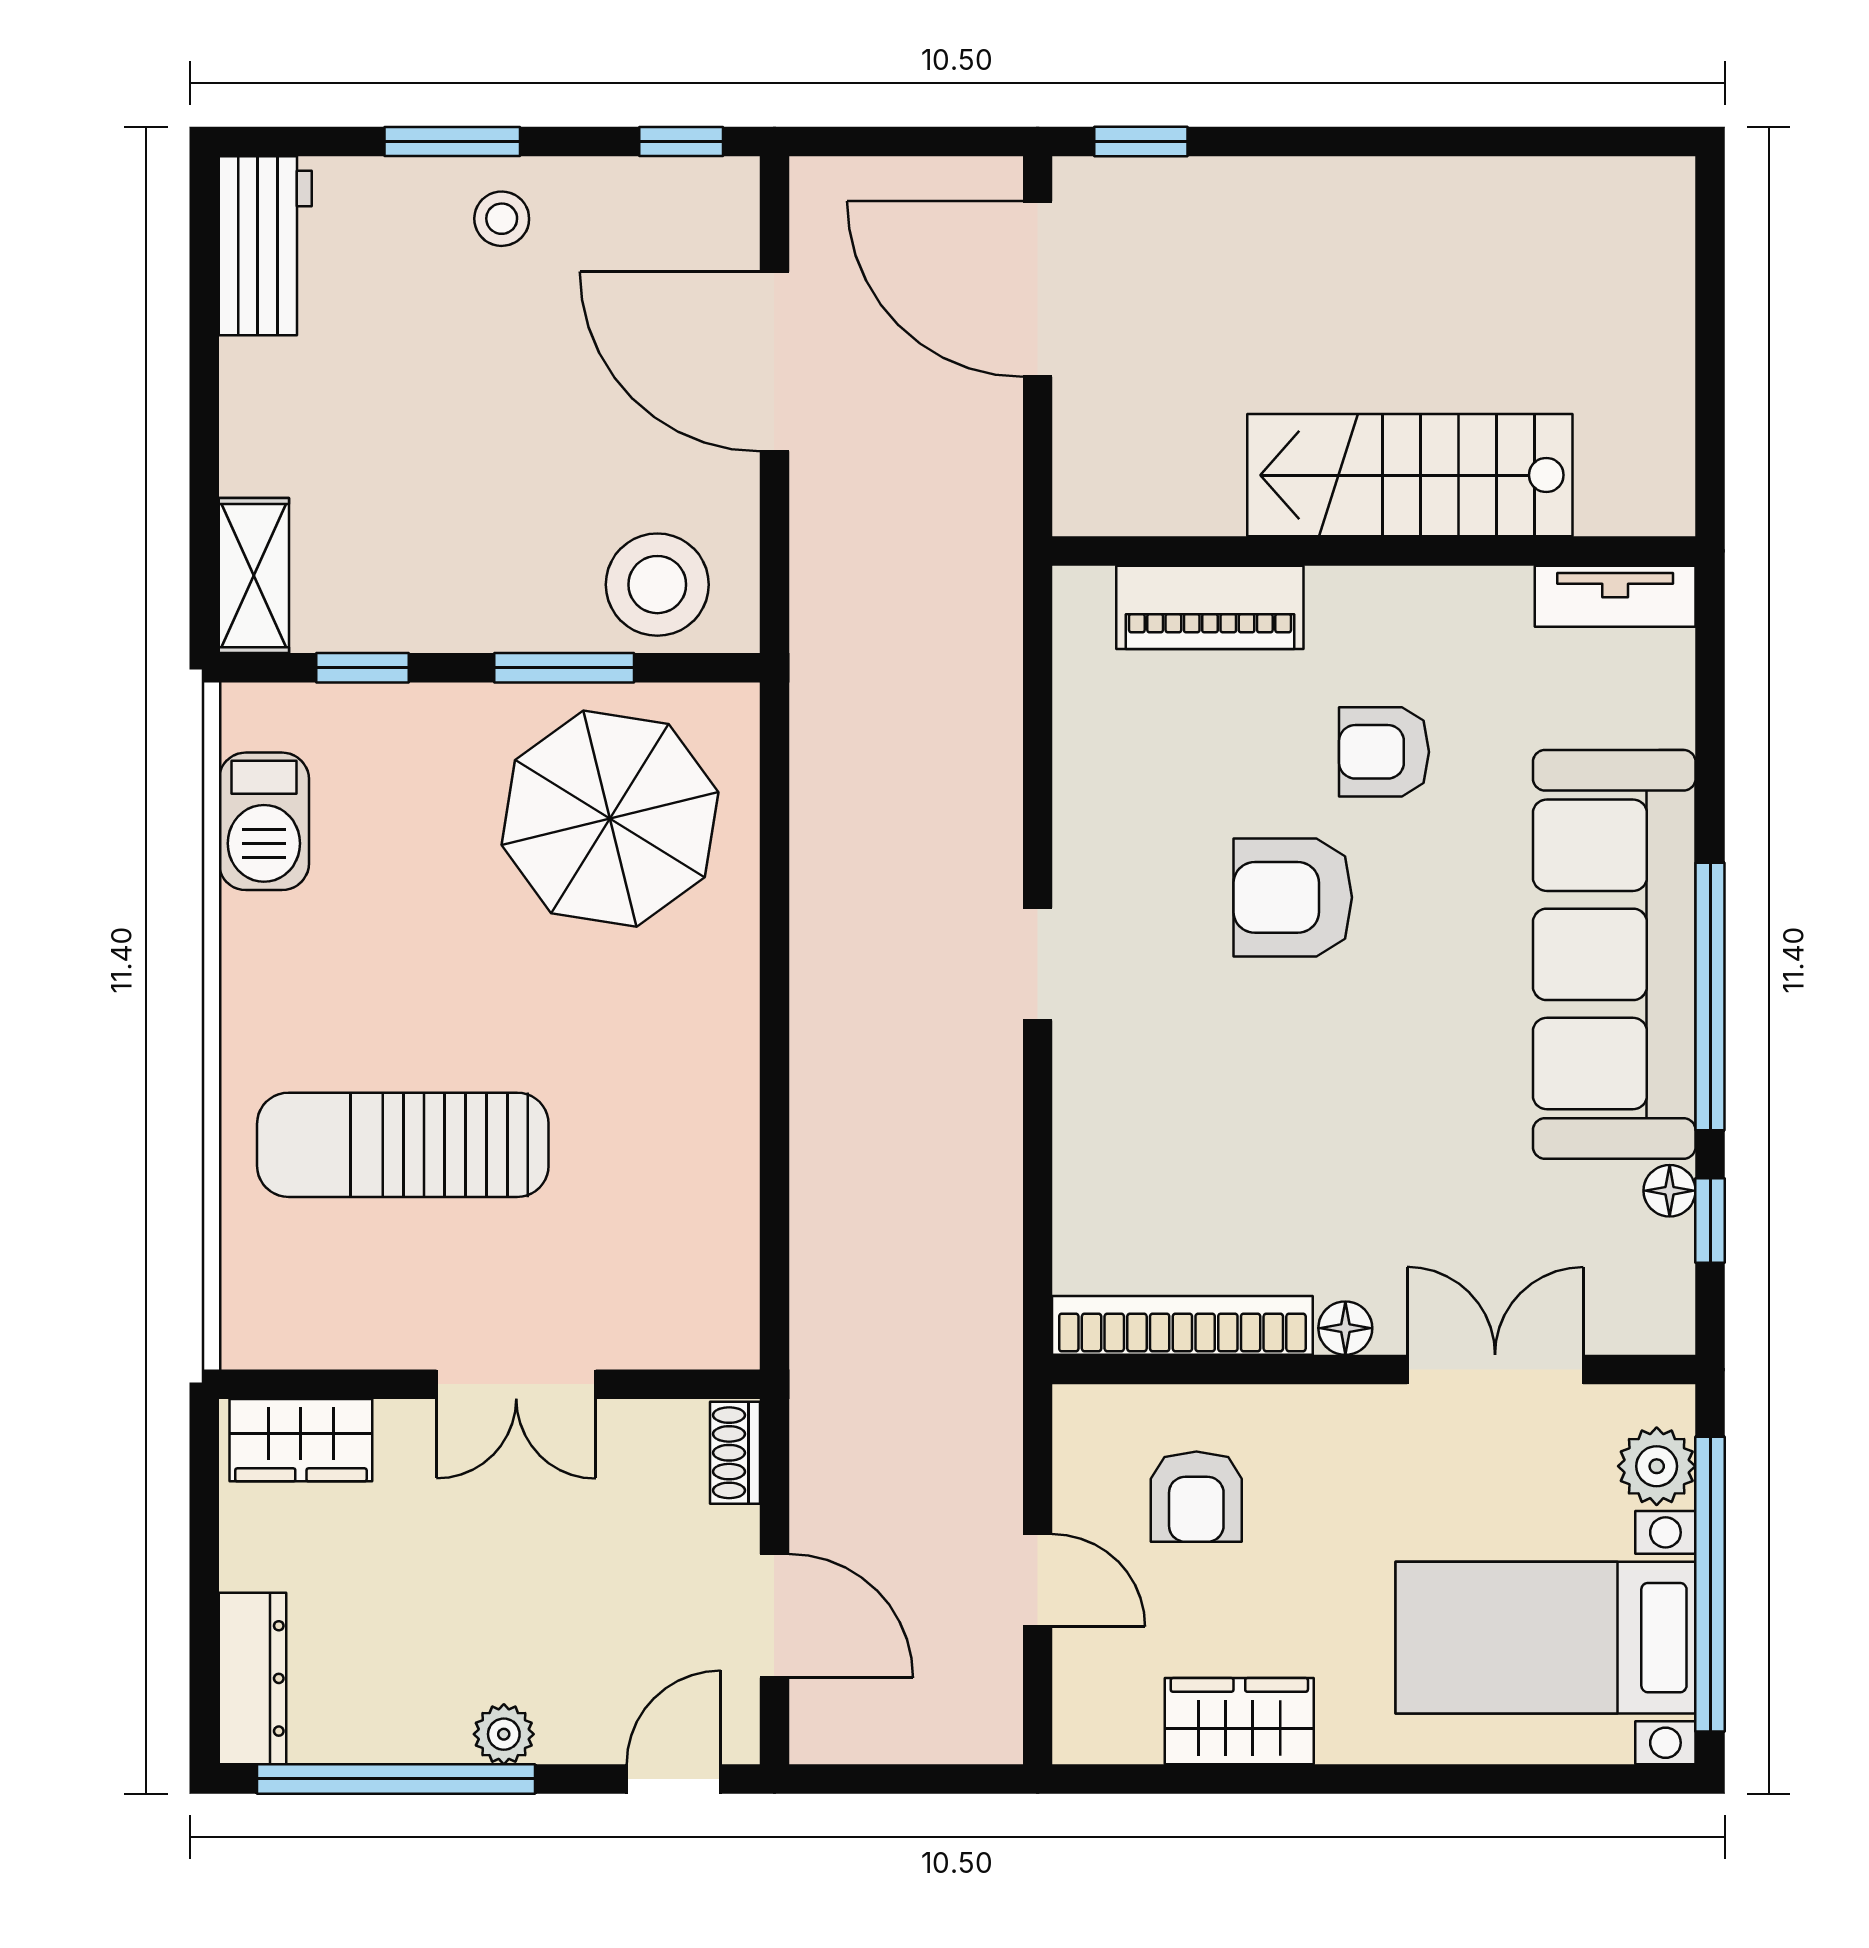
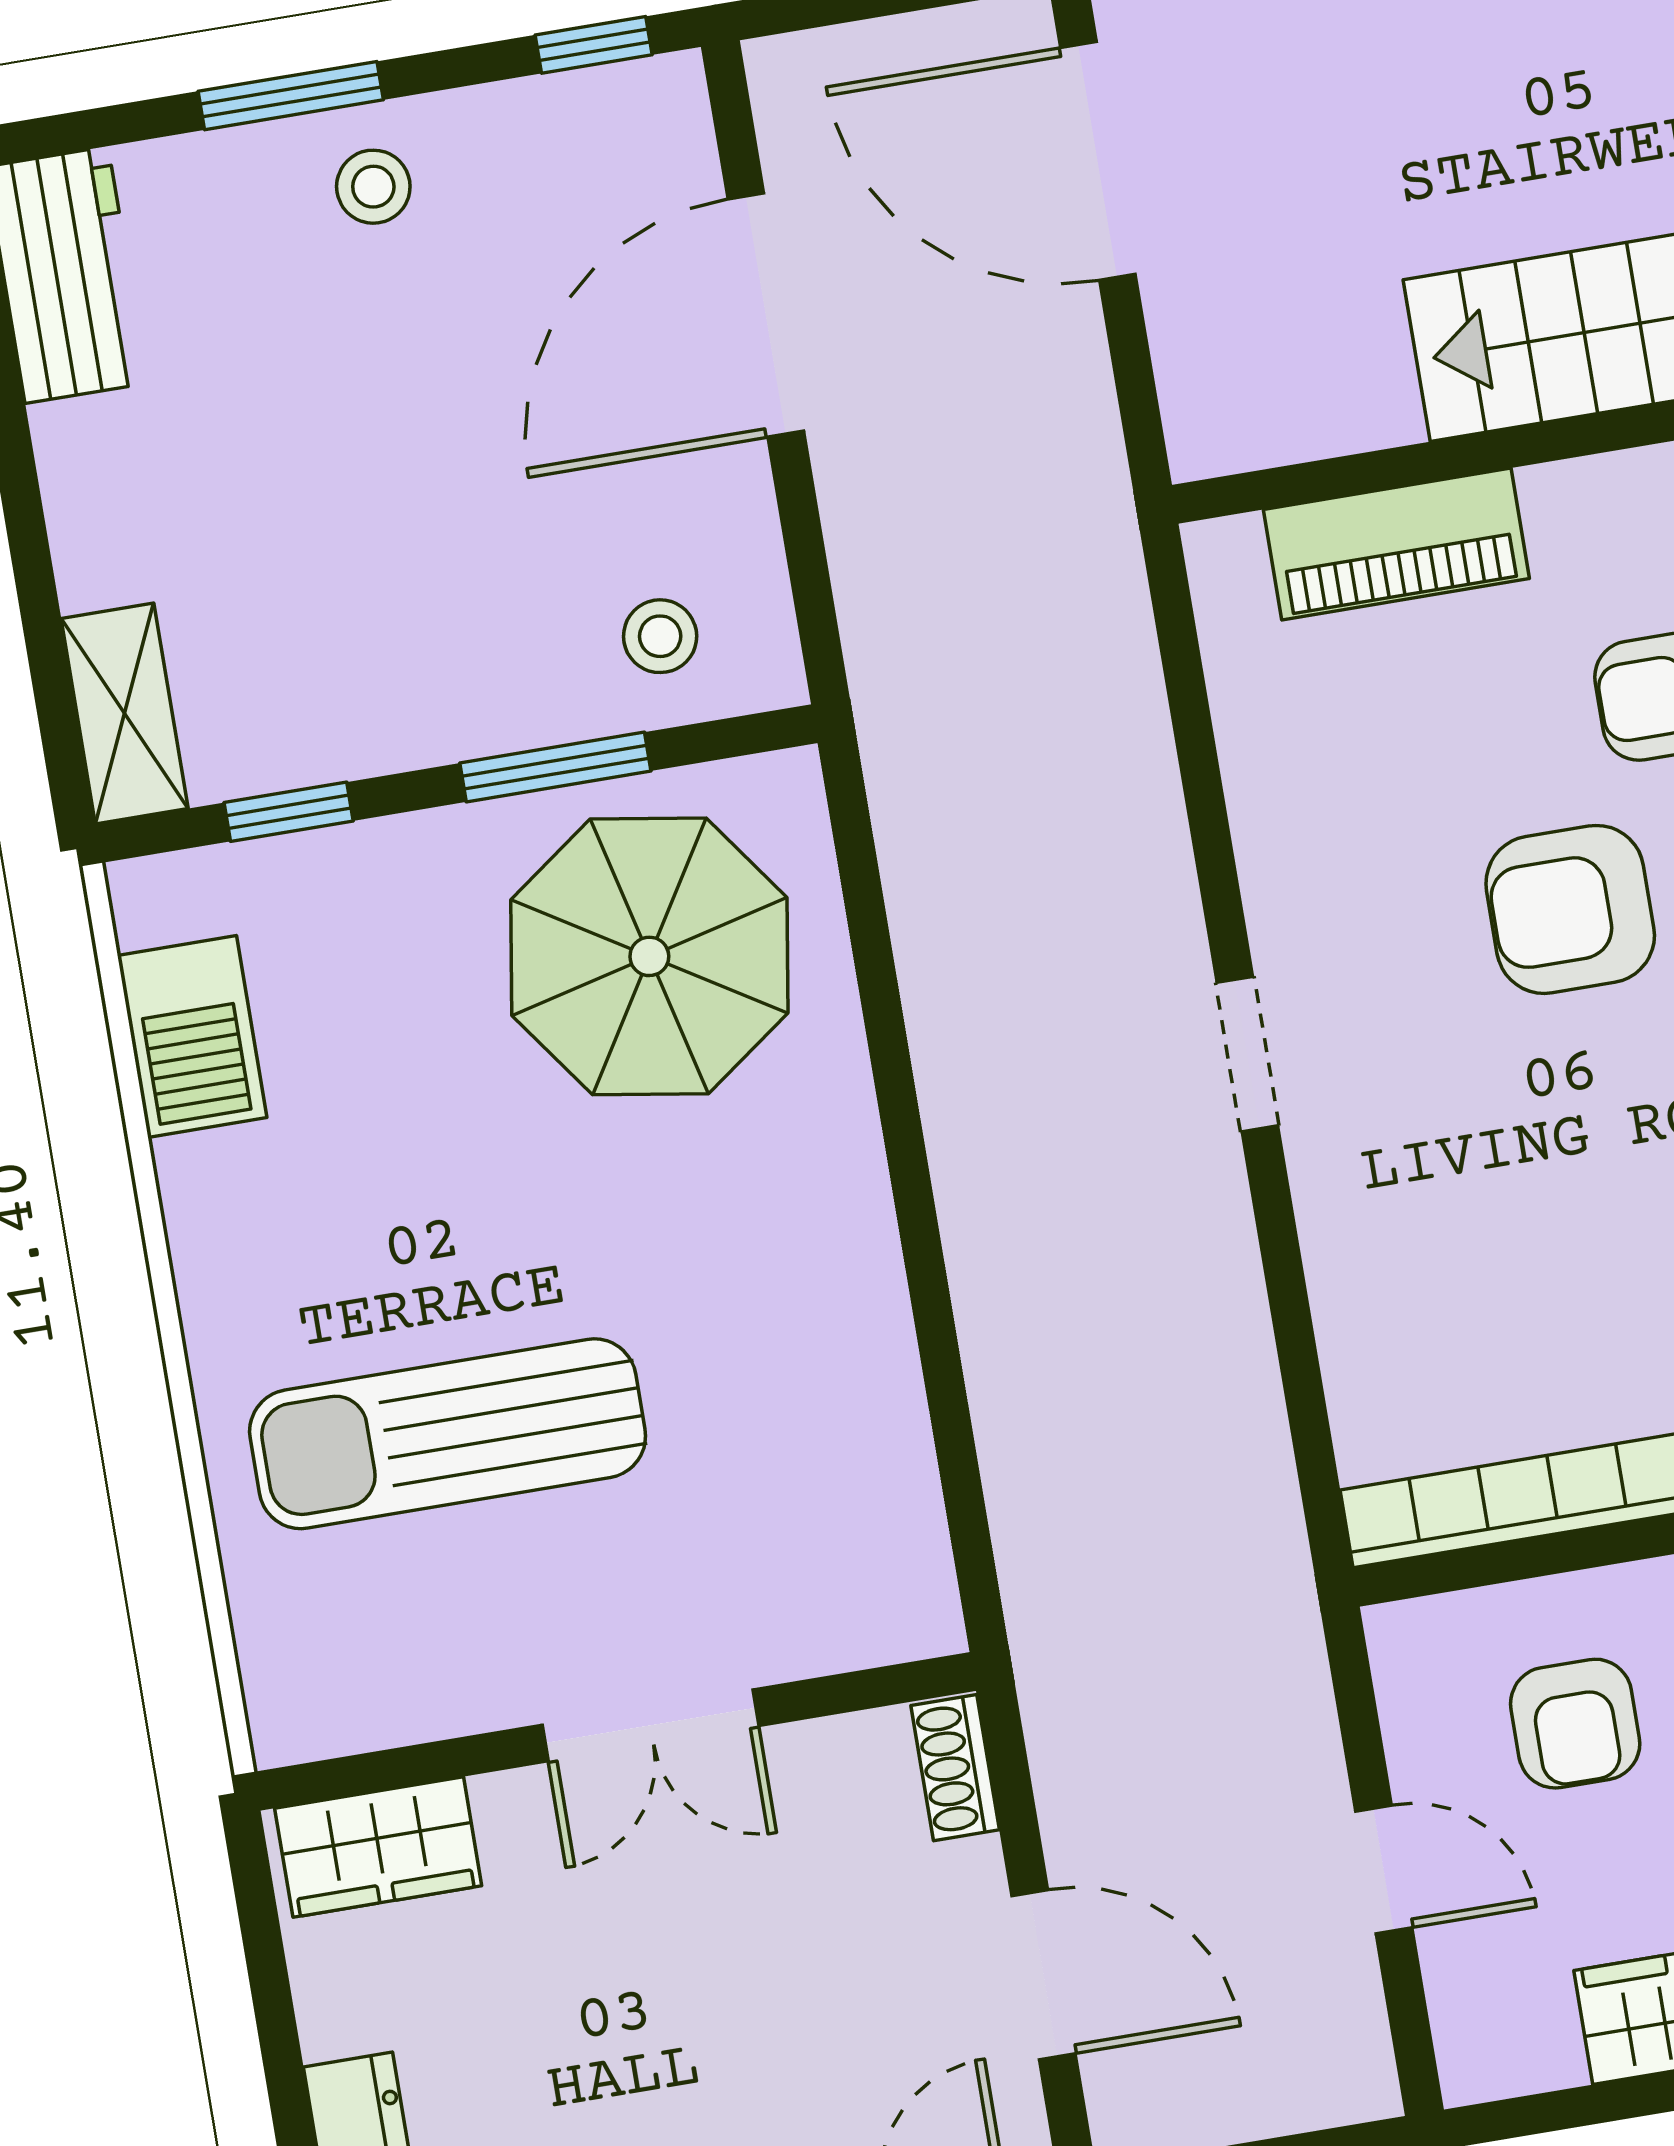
door: (774, 361) -> (766, 315), hinge flipped
stool: (657, 585) -> (660, 636), width x0.53, depth x0.53

